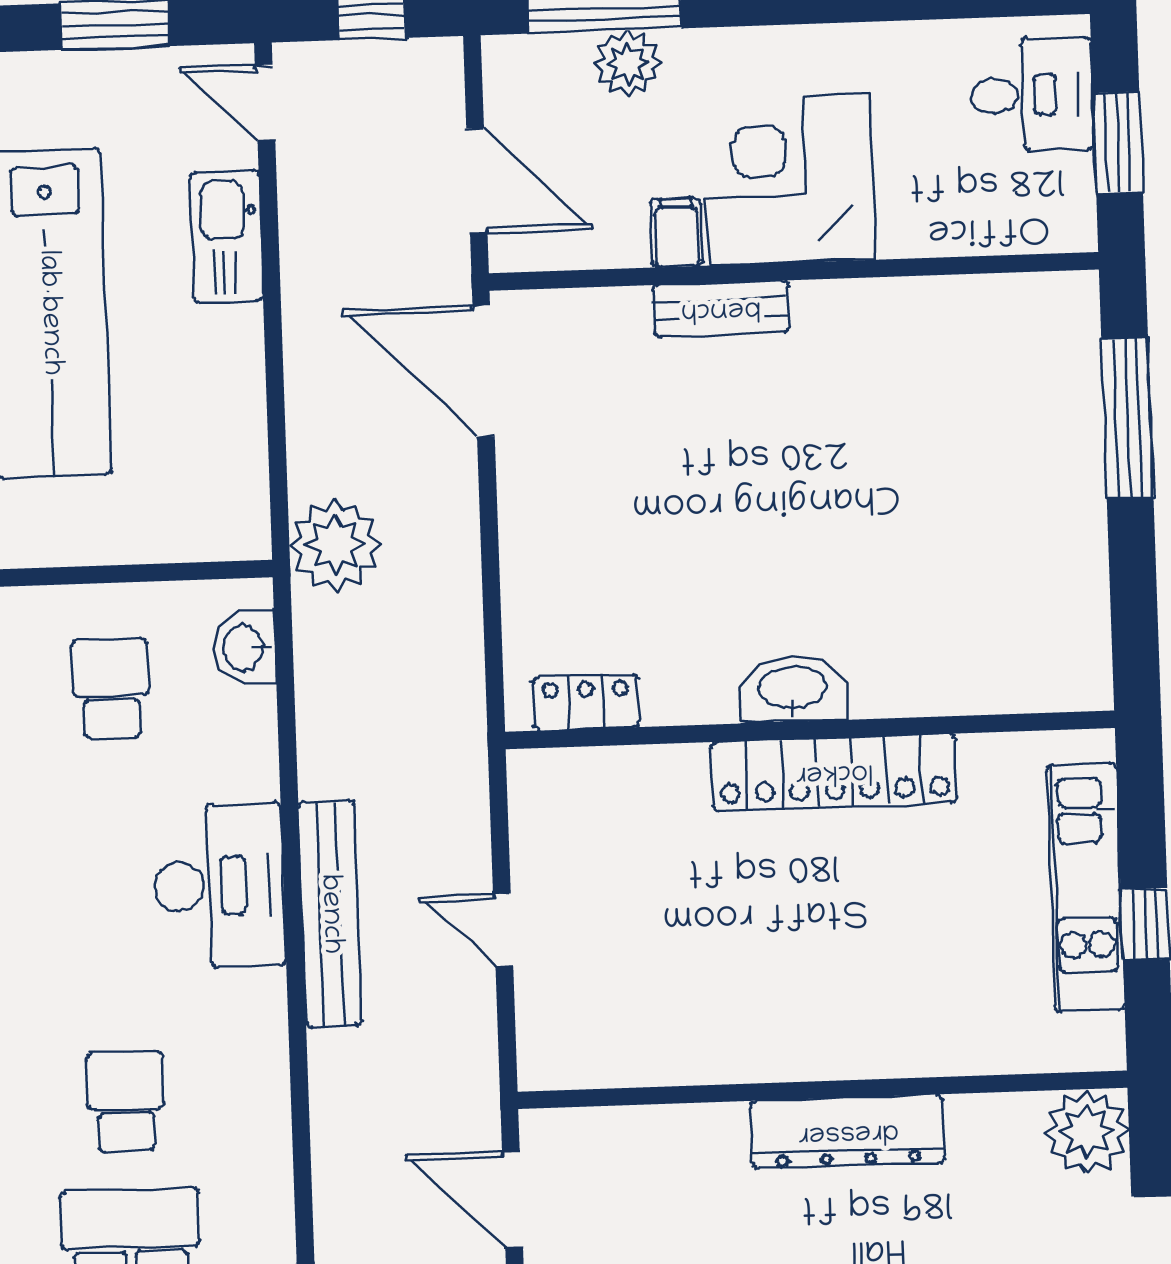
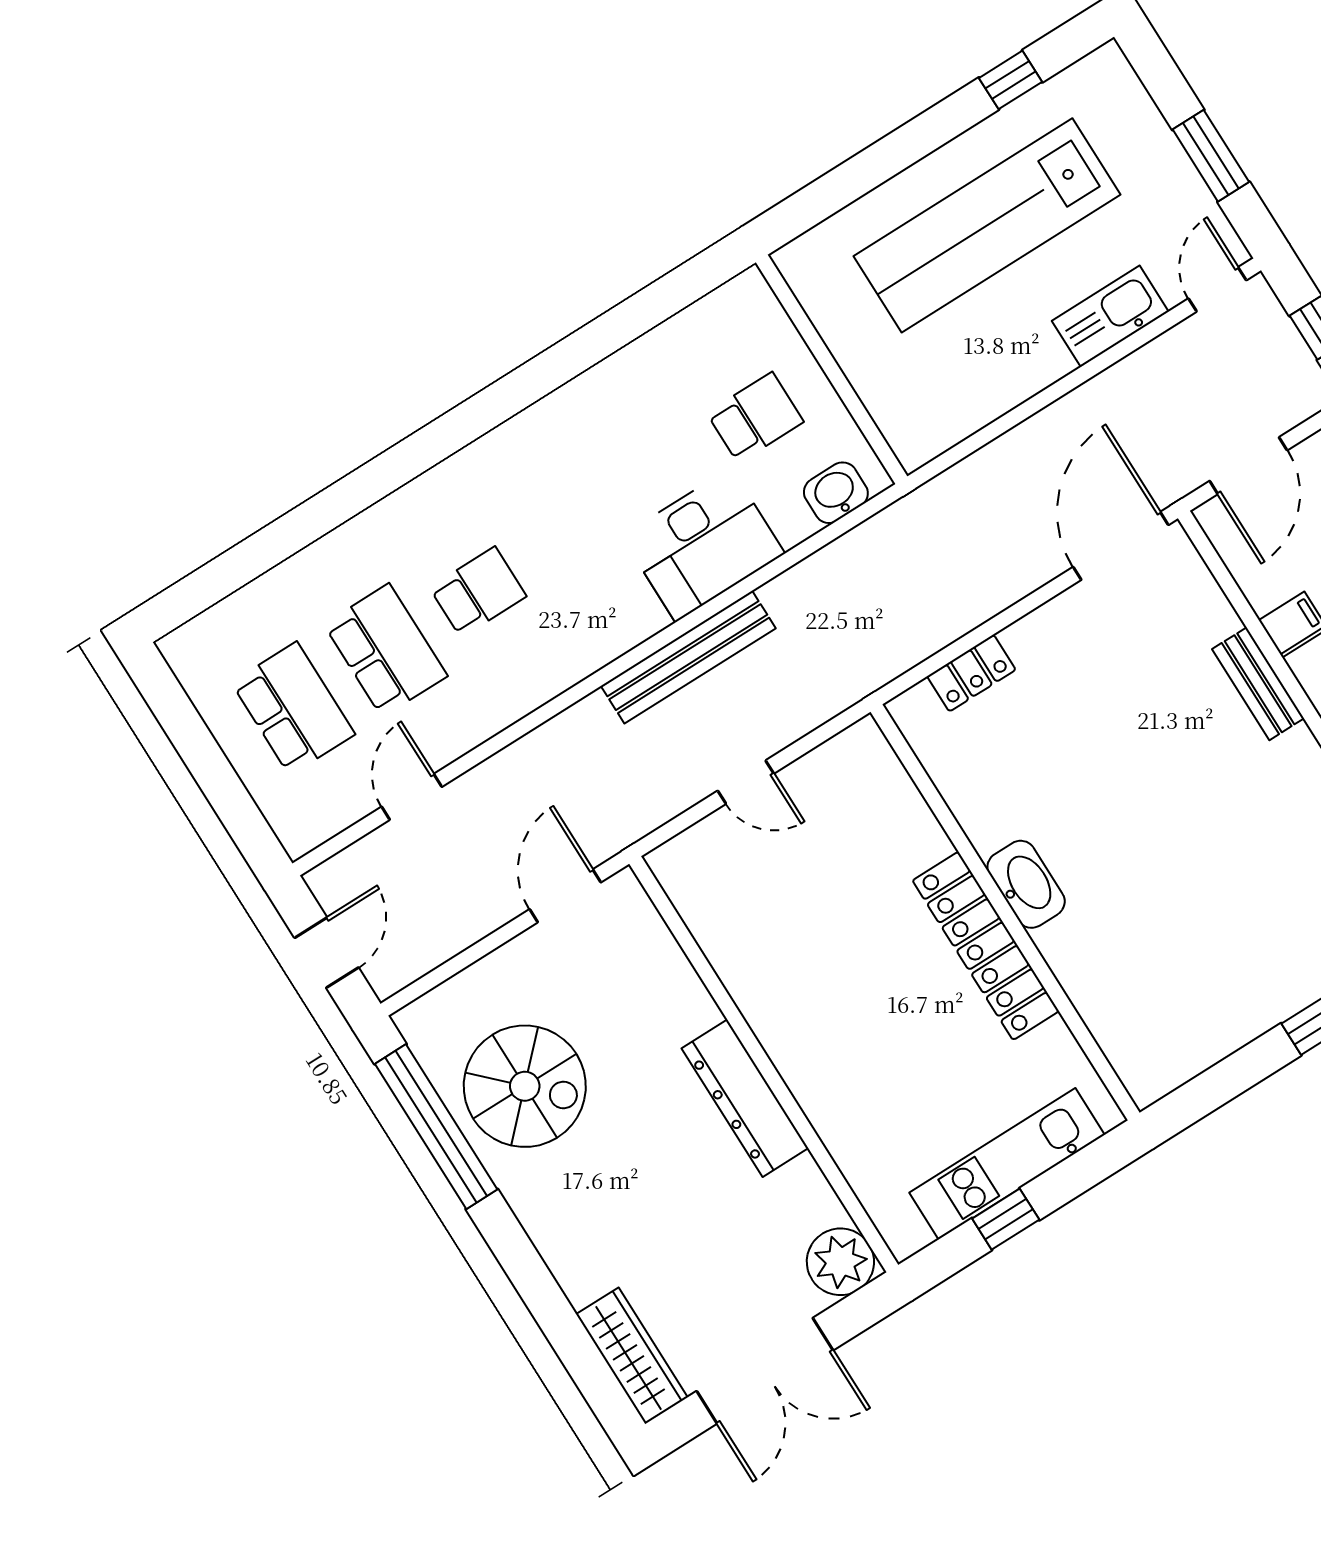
plant: (336, 545) -> (943, 514), removed
locker: (586, 702) -> (971, 673), moved, turned 90
desk: (219, 886) -> (703, 545), moved
door: (503, 930) -> (746, 782), swing flipped

